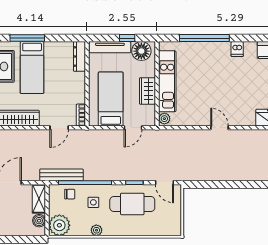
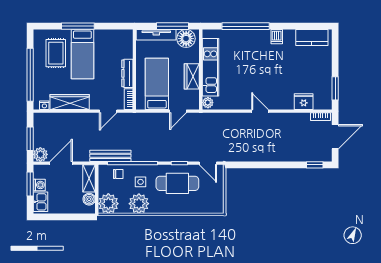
window: (127, 38) -> (173, 26), width x2.17
dresser: (79, 56) -> (127, 73), moved
plant: (96, 230) -> (139, 204), width x1.88, depth x1.88

